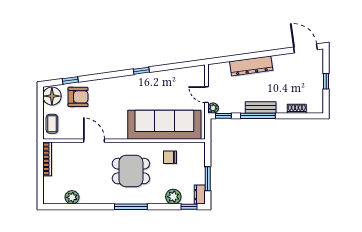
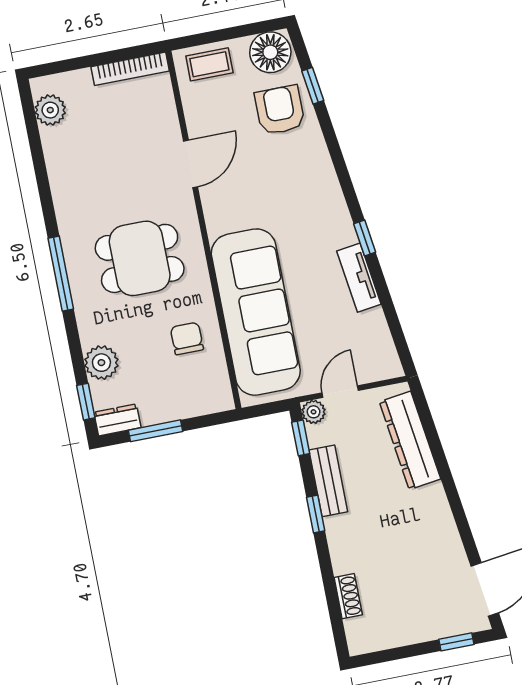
dresser: (251, 66) -> (410, 440), moved
tv unit: (158, 77) -> (359, 278), added
window: (326, 81) -> (456, 642), moved
armchair: (78, 97) -> (280, 110), turned 180
bench: (261, 107) -> (328, 481), moved
window: (258, 116) -> (316, 514), width x0.46
dining table: (131, 171) -> (140, 258), turned 90
plant: (72, 197) -> (50, 110), moved

